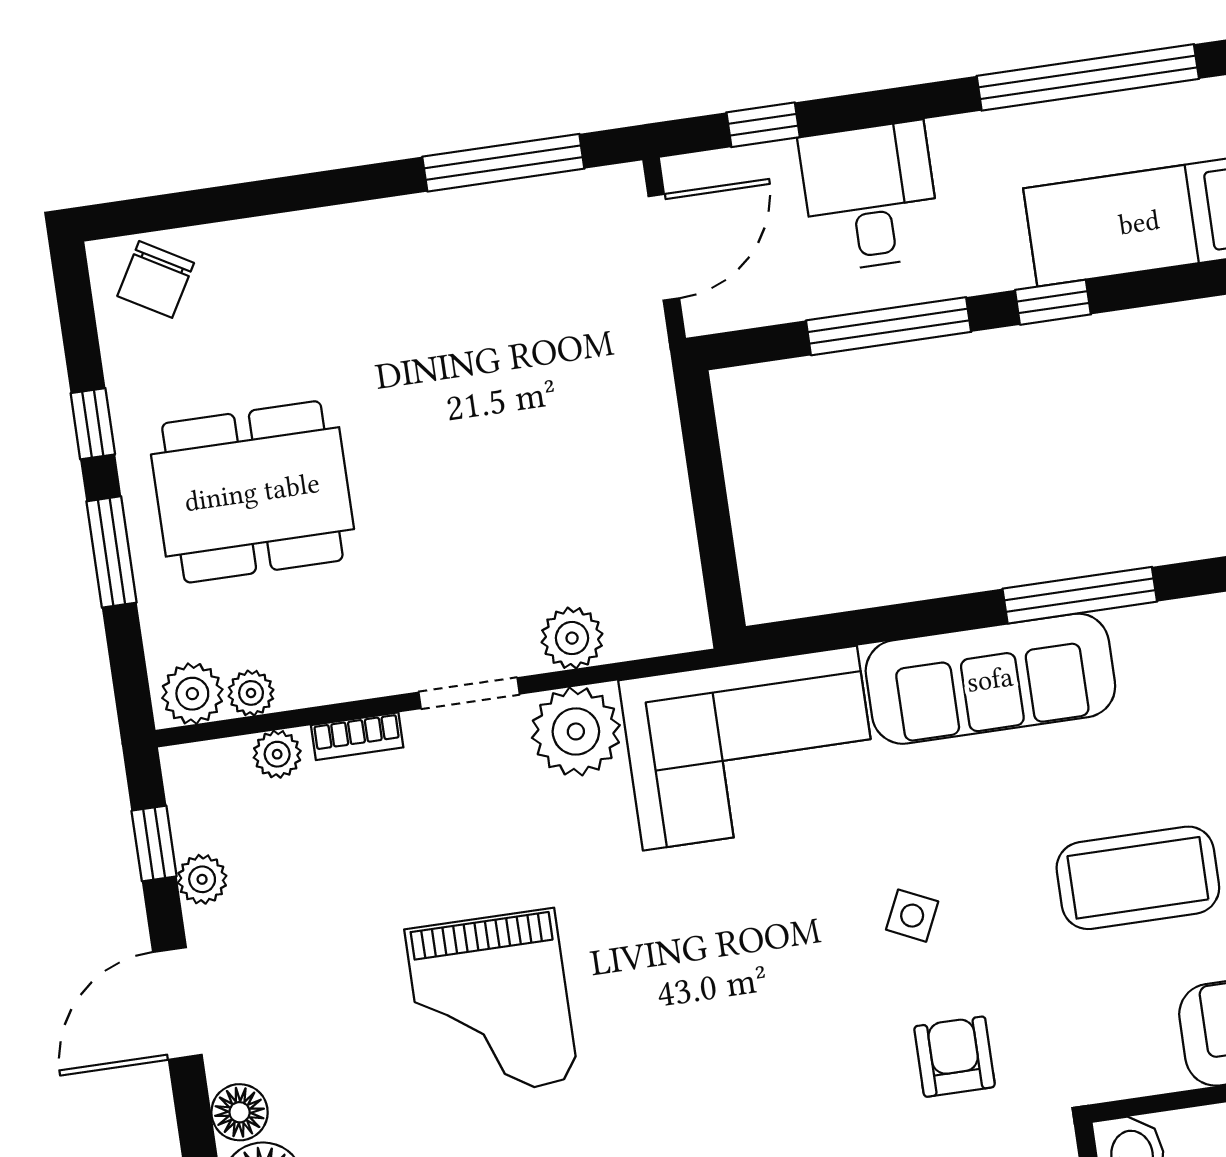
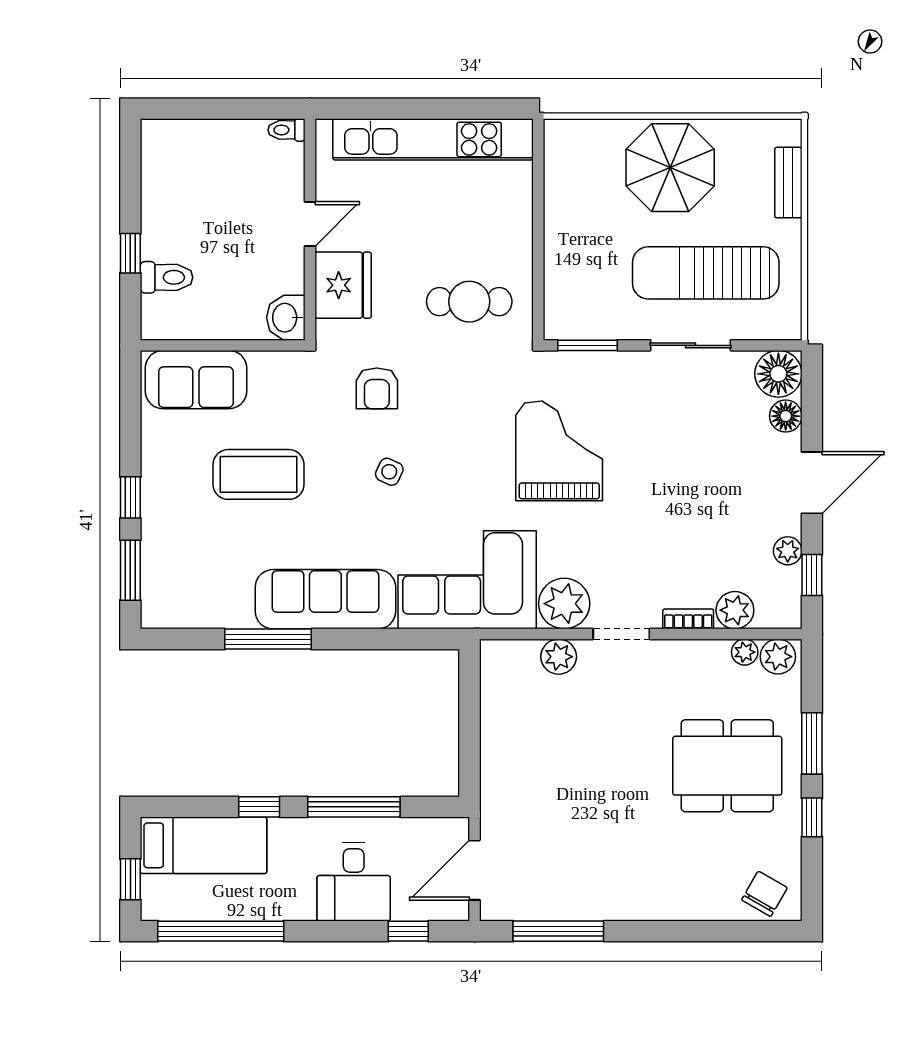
plant: (277, 754) -> (735, 610), width x1.38, depth x1.38
grand piano: (492, 1005) -> (559, 451), moved

